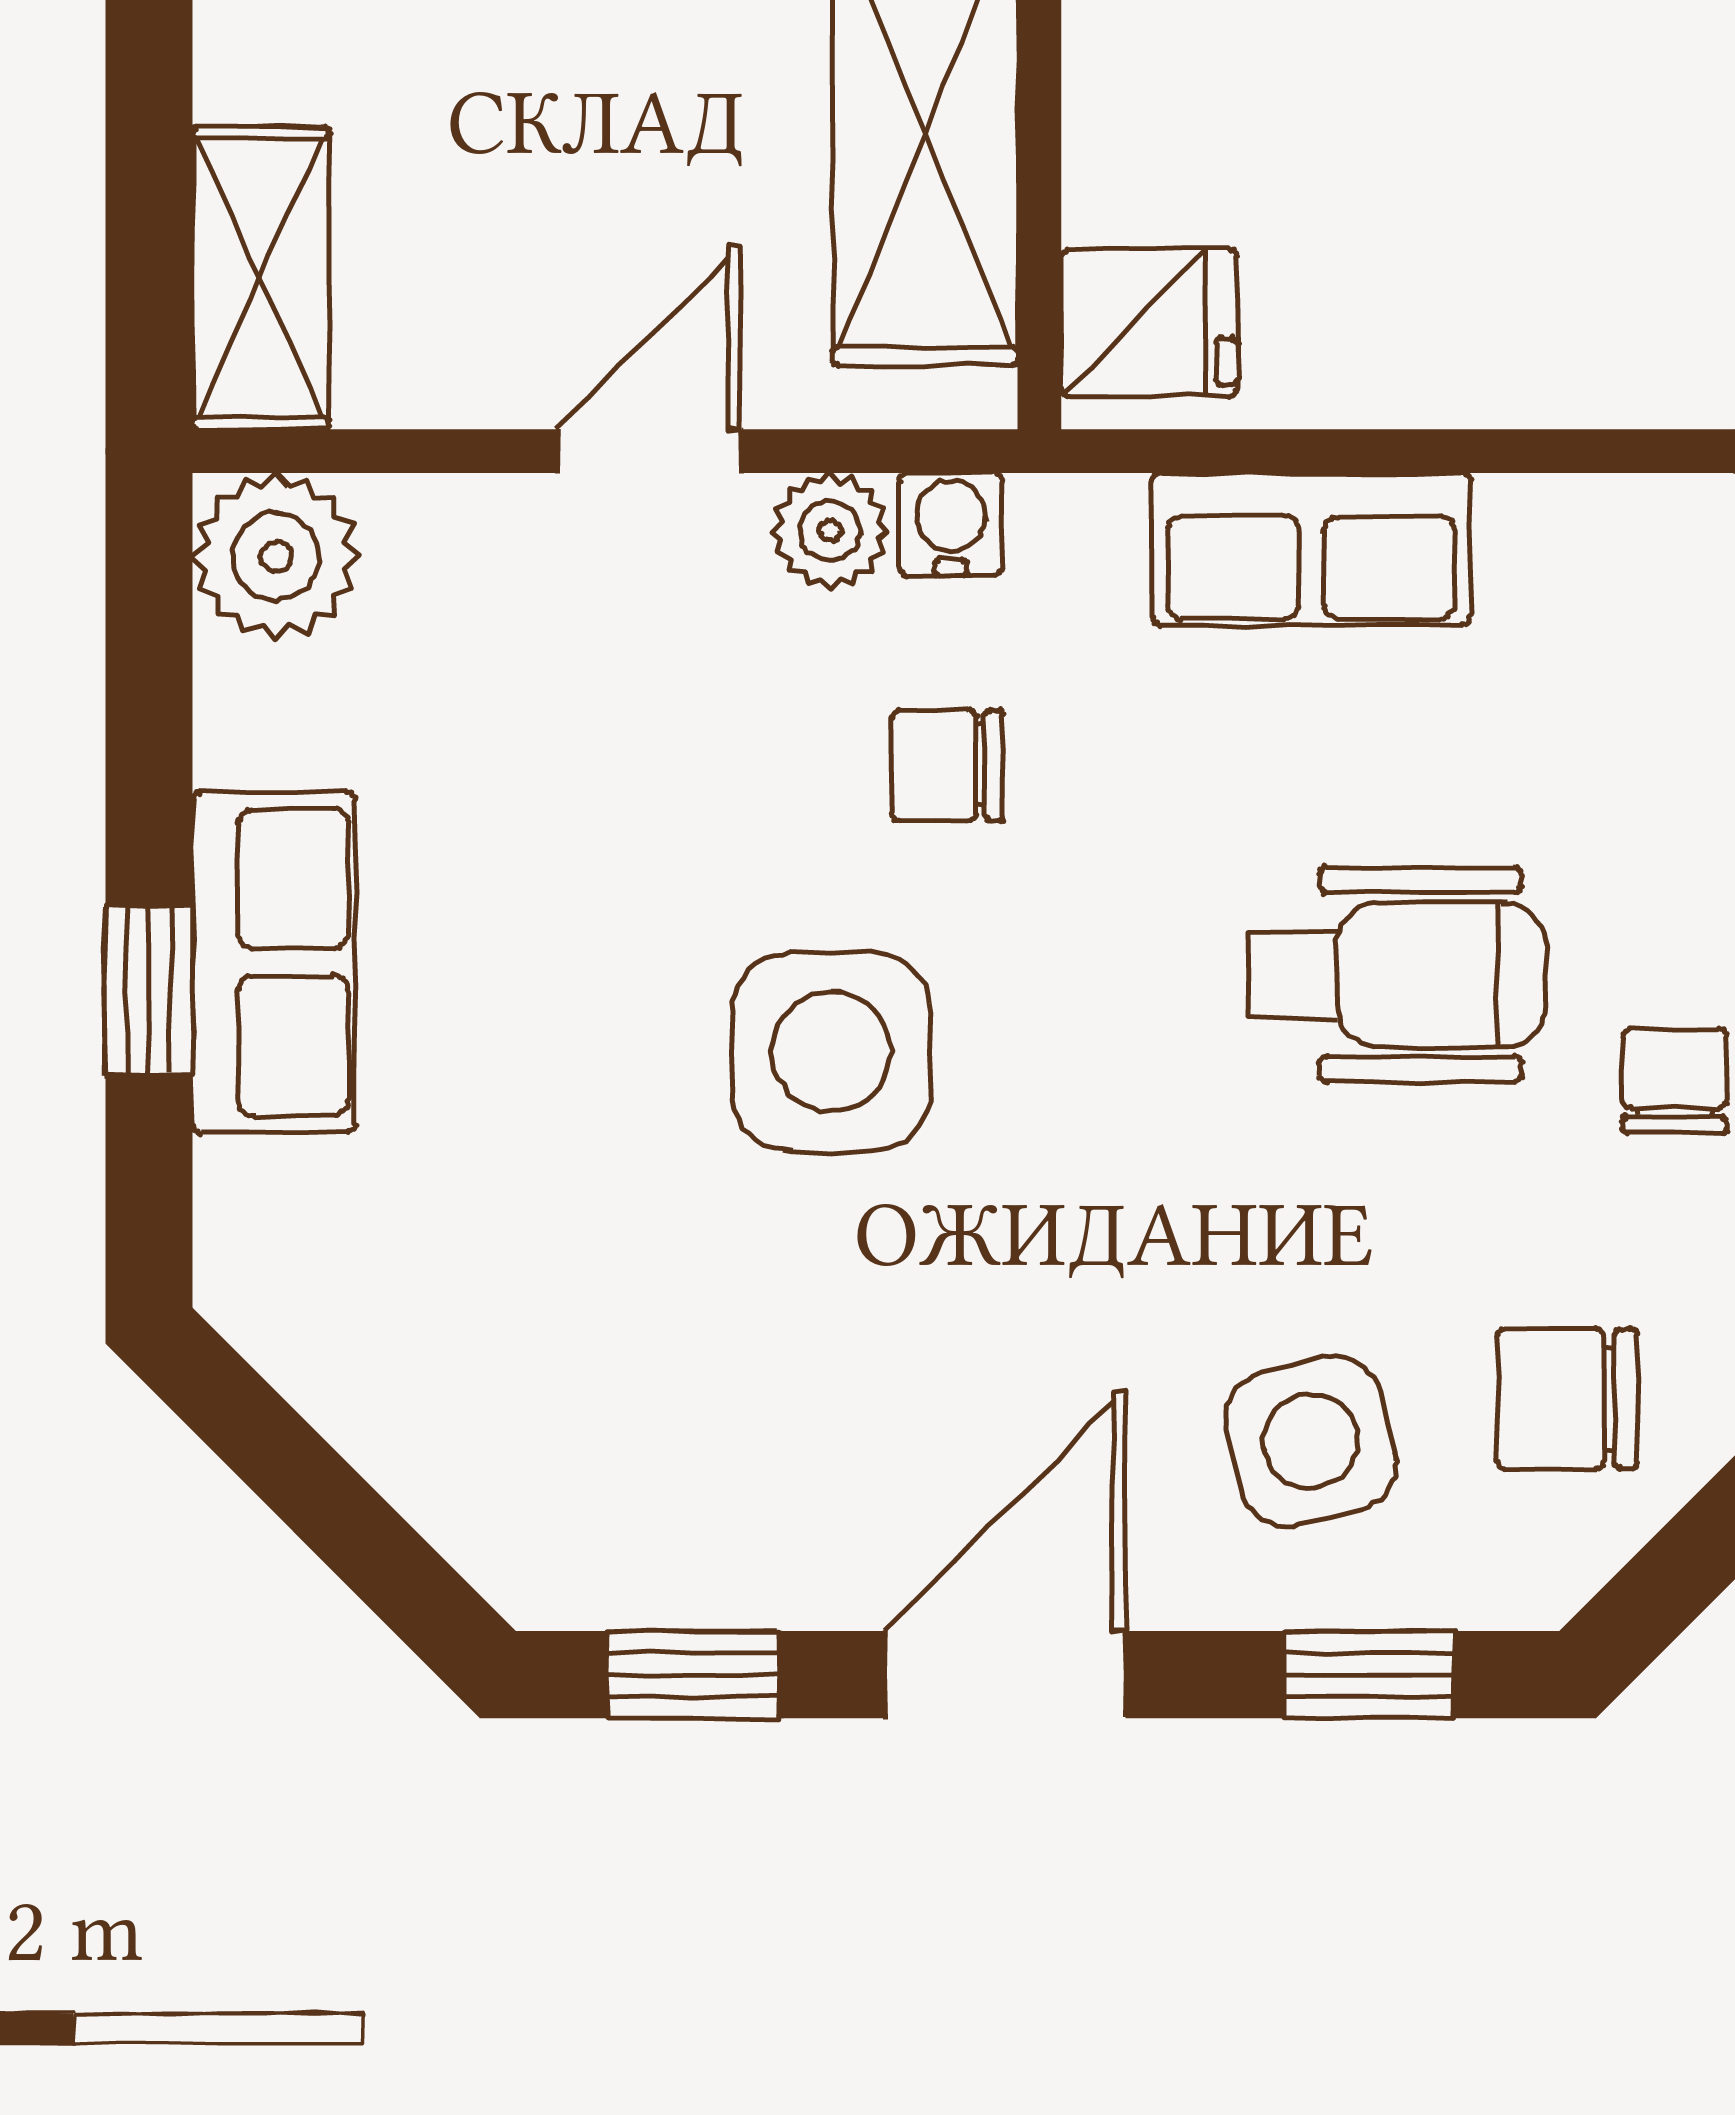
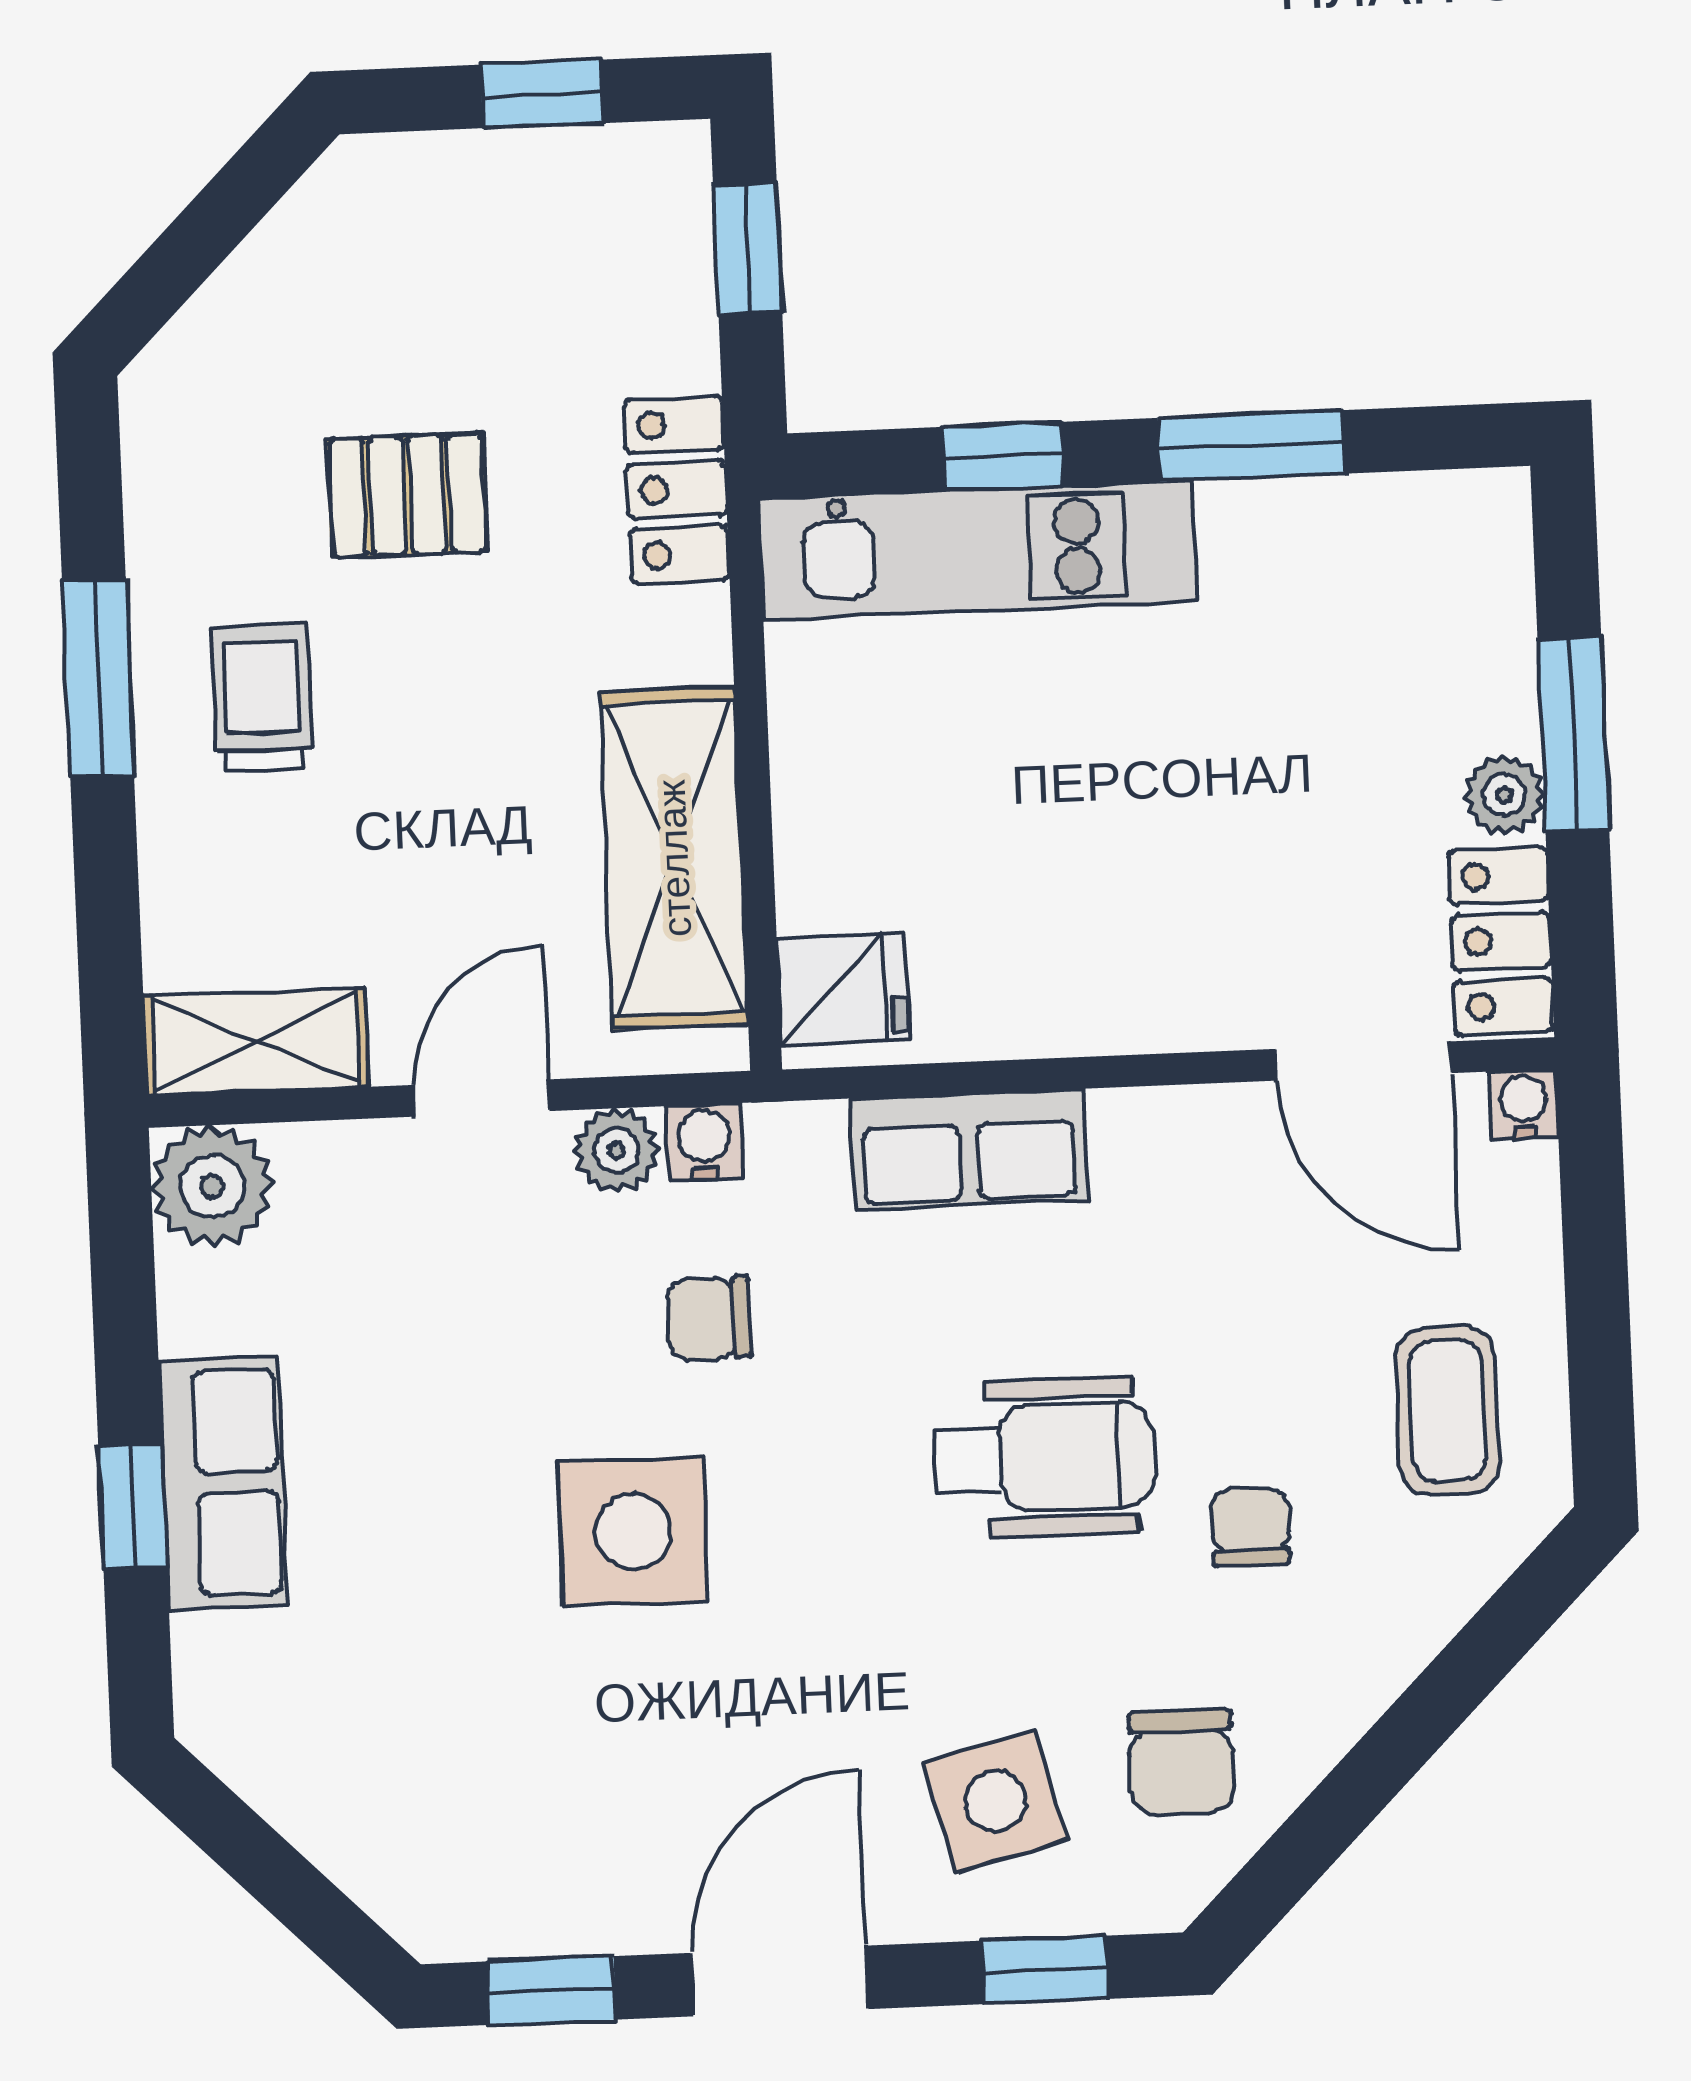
shelving: (261, 278) -> (256, 1042), moved, turned 90
chair: (1567, 1399) -> (1181, 1762), turned -90

